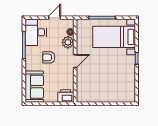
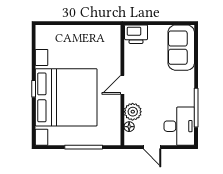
door: (54, 18) -> (152, 147), hinge flipped
bed with nightstands: (114, 37) -> (66, 97), width x1.85
armchair: (49, 57) -> (160, 90), removed

